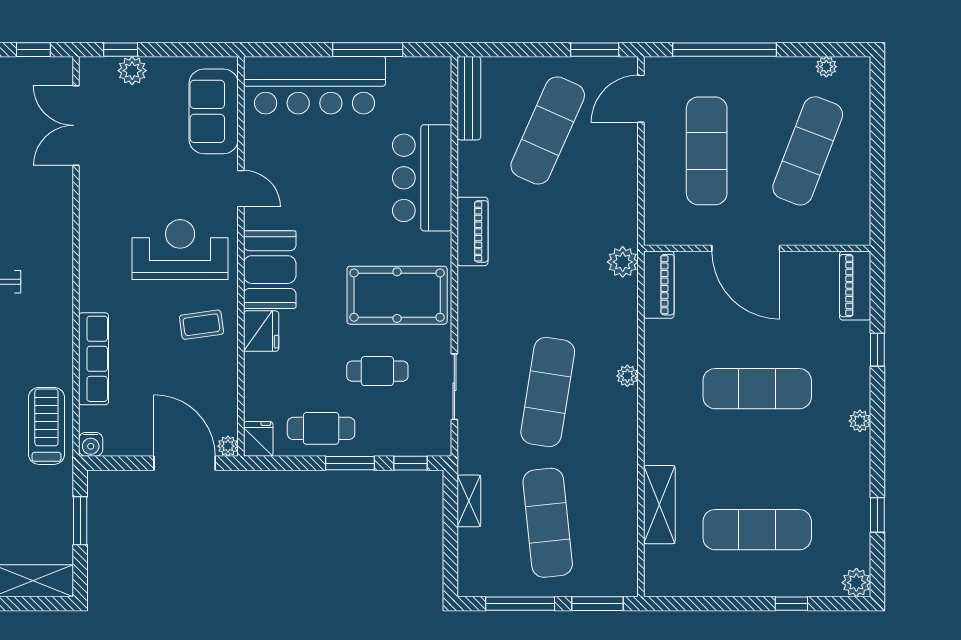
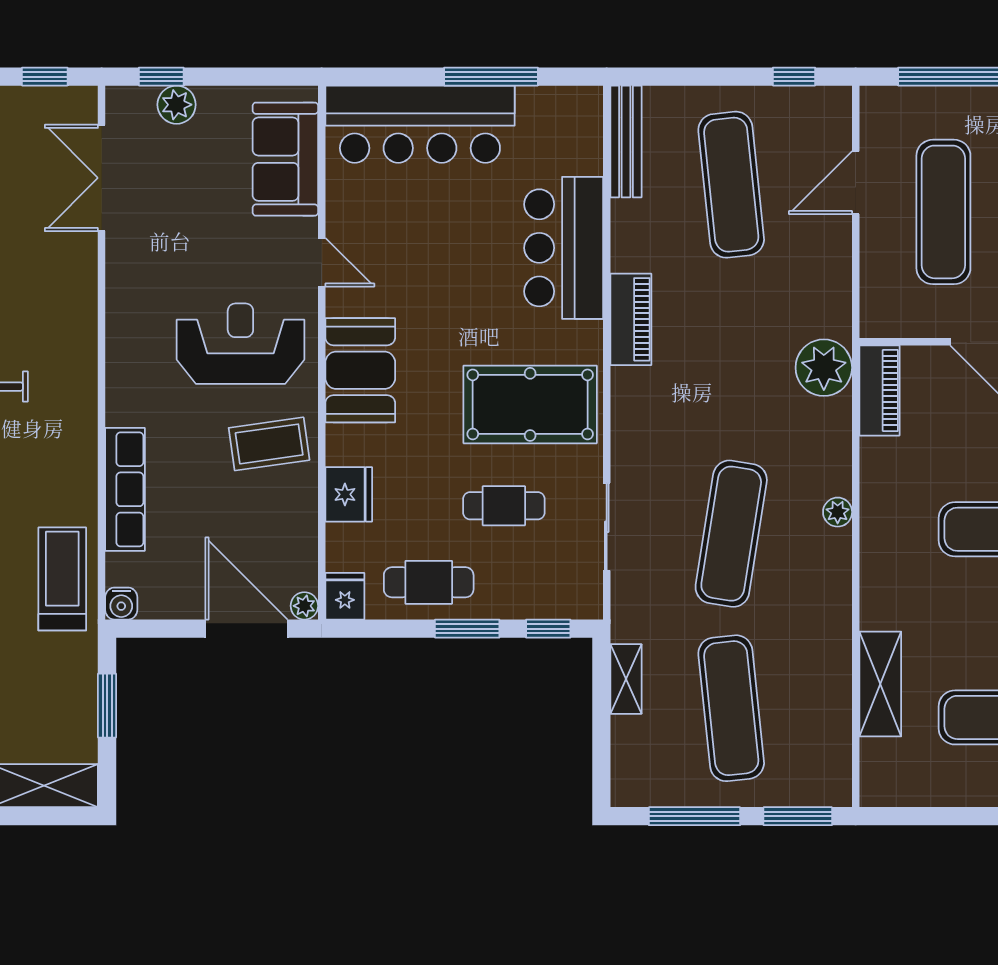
window: (595, 50) -> (794, 77), width x0.67
door: (641, 99) -> (856, 183), moved
exercise mat: (548, 130) -> (731, 185), turned -30
plant: (623, 262) -> (824, 368), width x1.36, depth x1.36
coffee table: (201, 325) -> (269, 444), width x1.36, depth x1.30
fridge: (261, 331) -> (349, 494), moved

